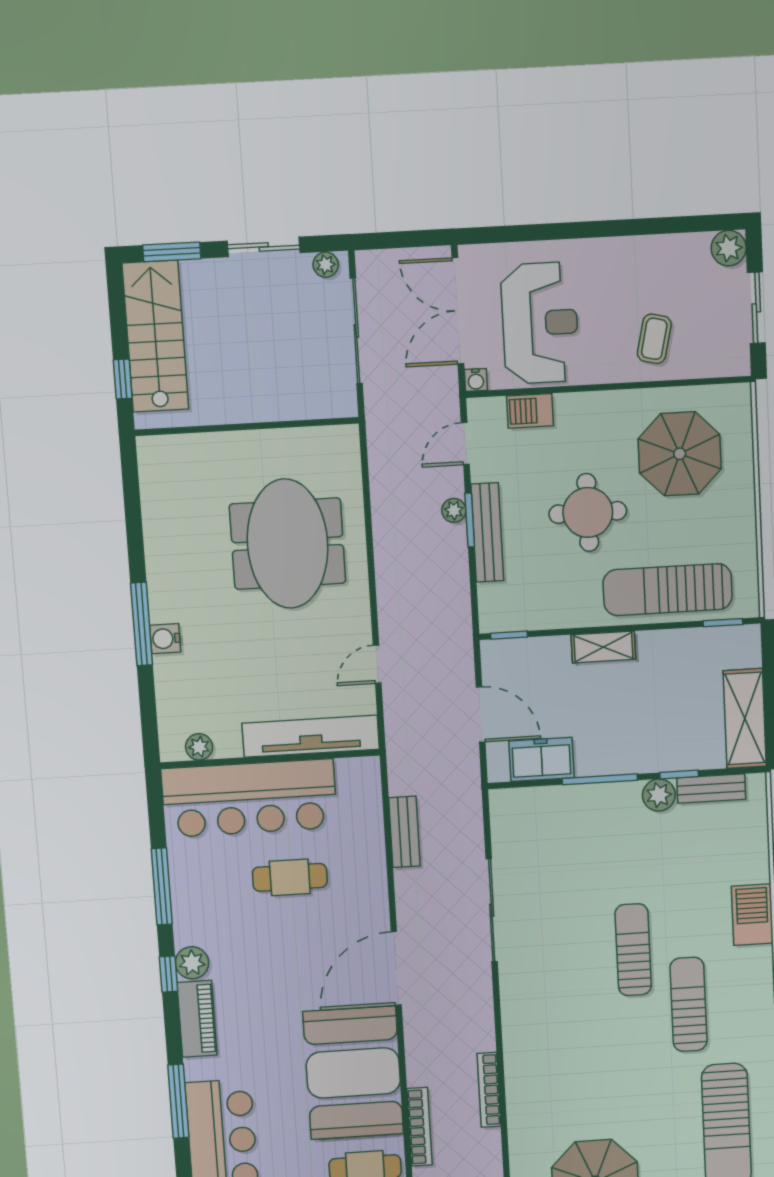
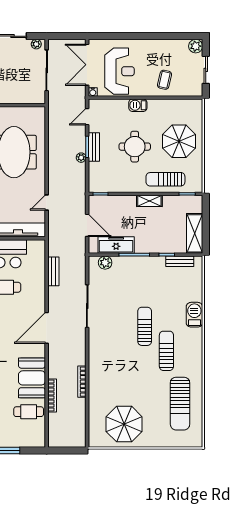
barbecue: (530, 411) -> (138, 105), moved
parasol: (680, 454) -> (179, 141), moved
plant: (454, 510) -> (81, 158), moved
bench: (487, 532) -> (94, 147), width x0.73
sun lounger: (668, 590) -> (165, 179), width x0.73, depth x0.75
shelving: (603, 647) -> (149, 201), moved
freezer: (541, 759) -> (116, 245), width x1.40
plant: (659, 795) -> (105, 263), moved
booth: (353, 1073) -> (32, 378), width x0.73, depth x0.70

